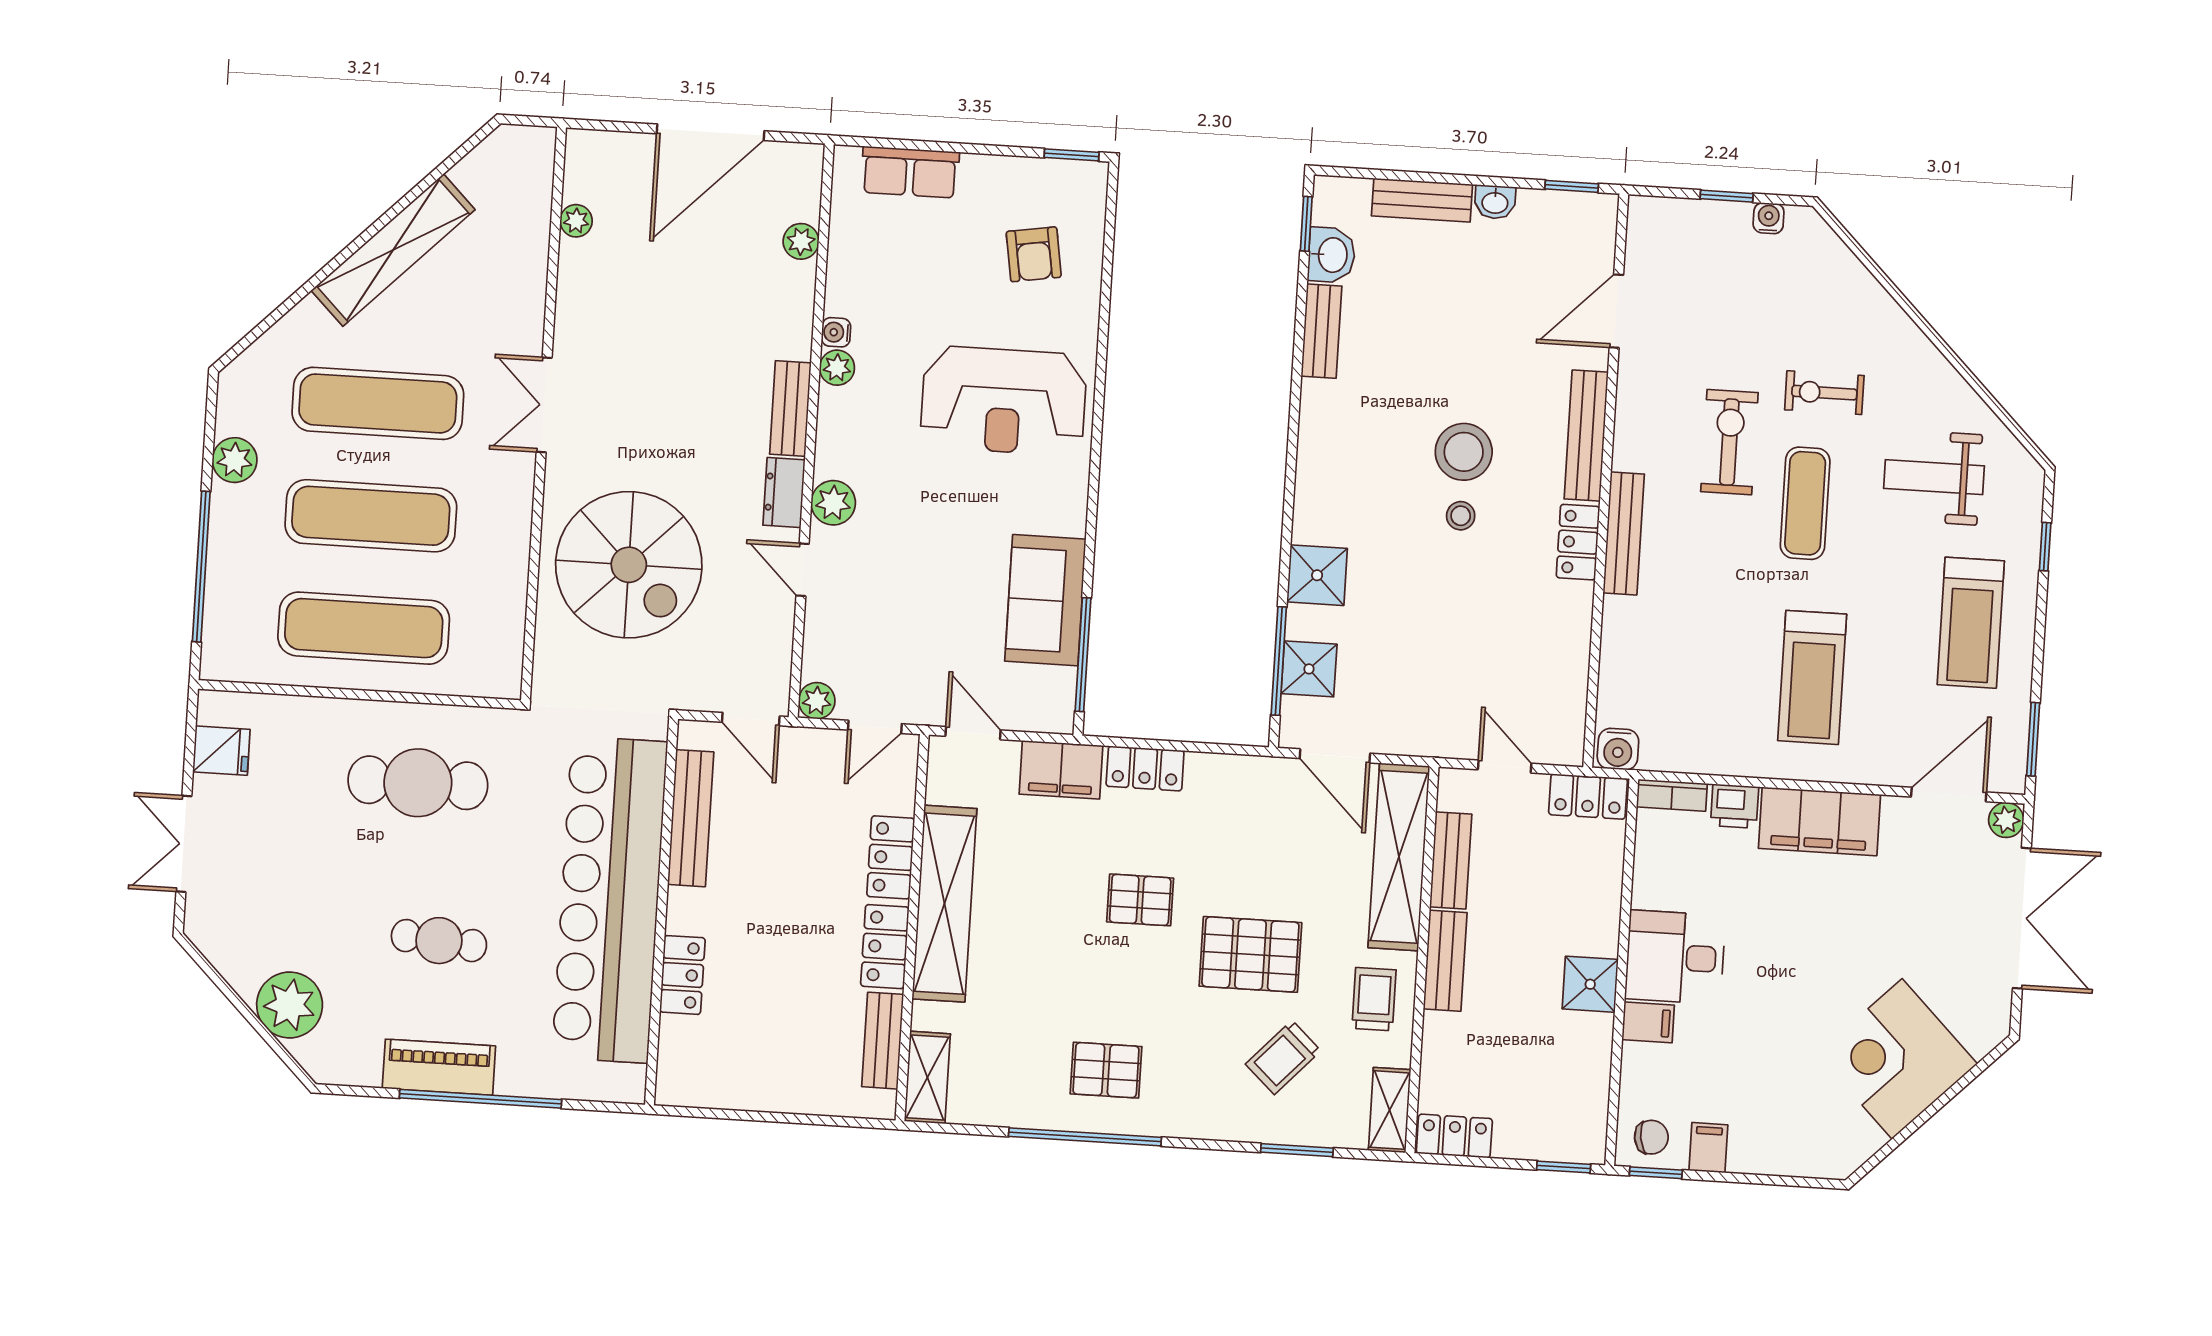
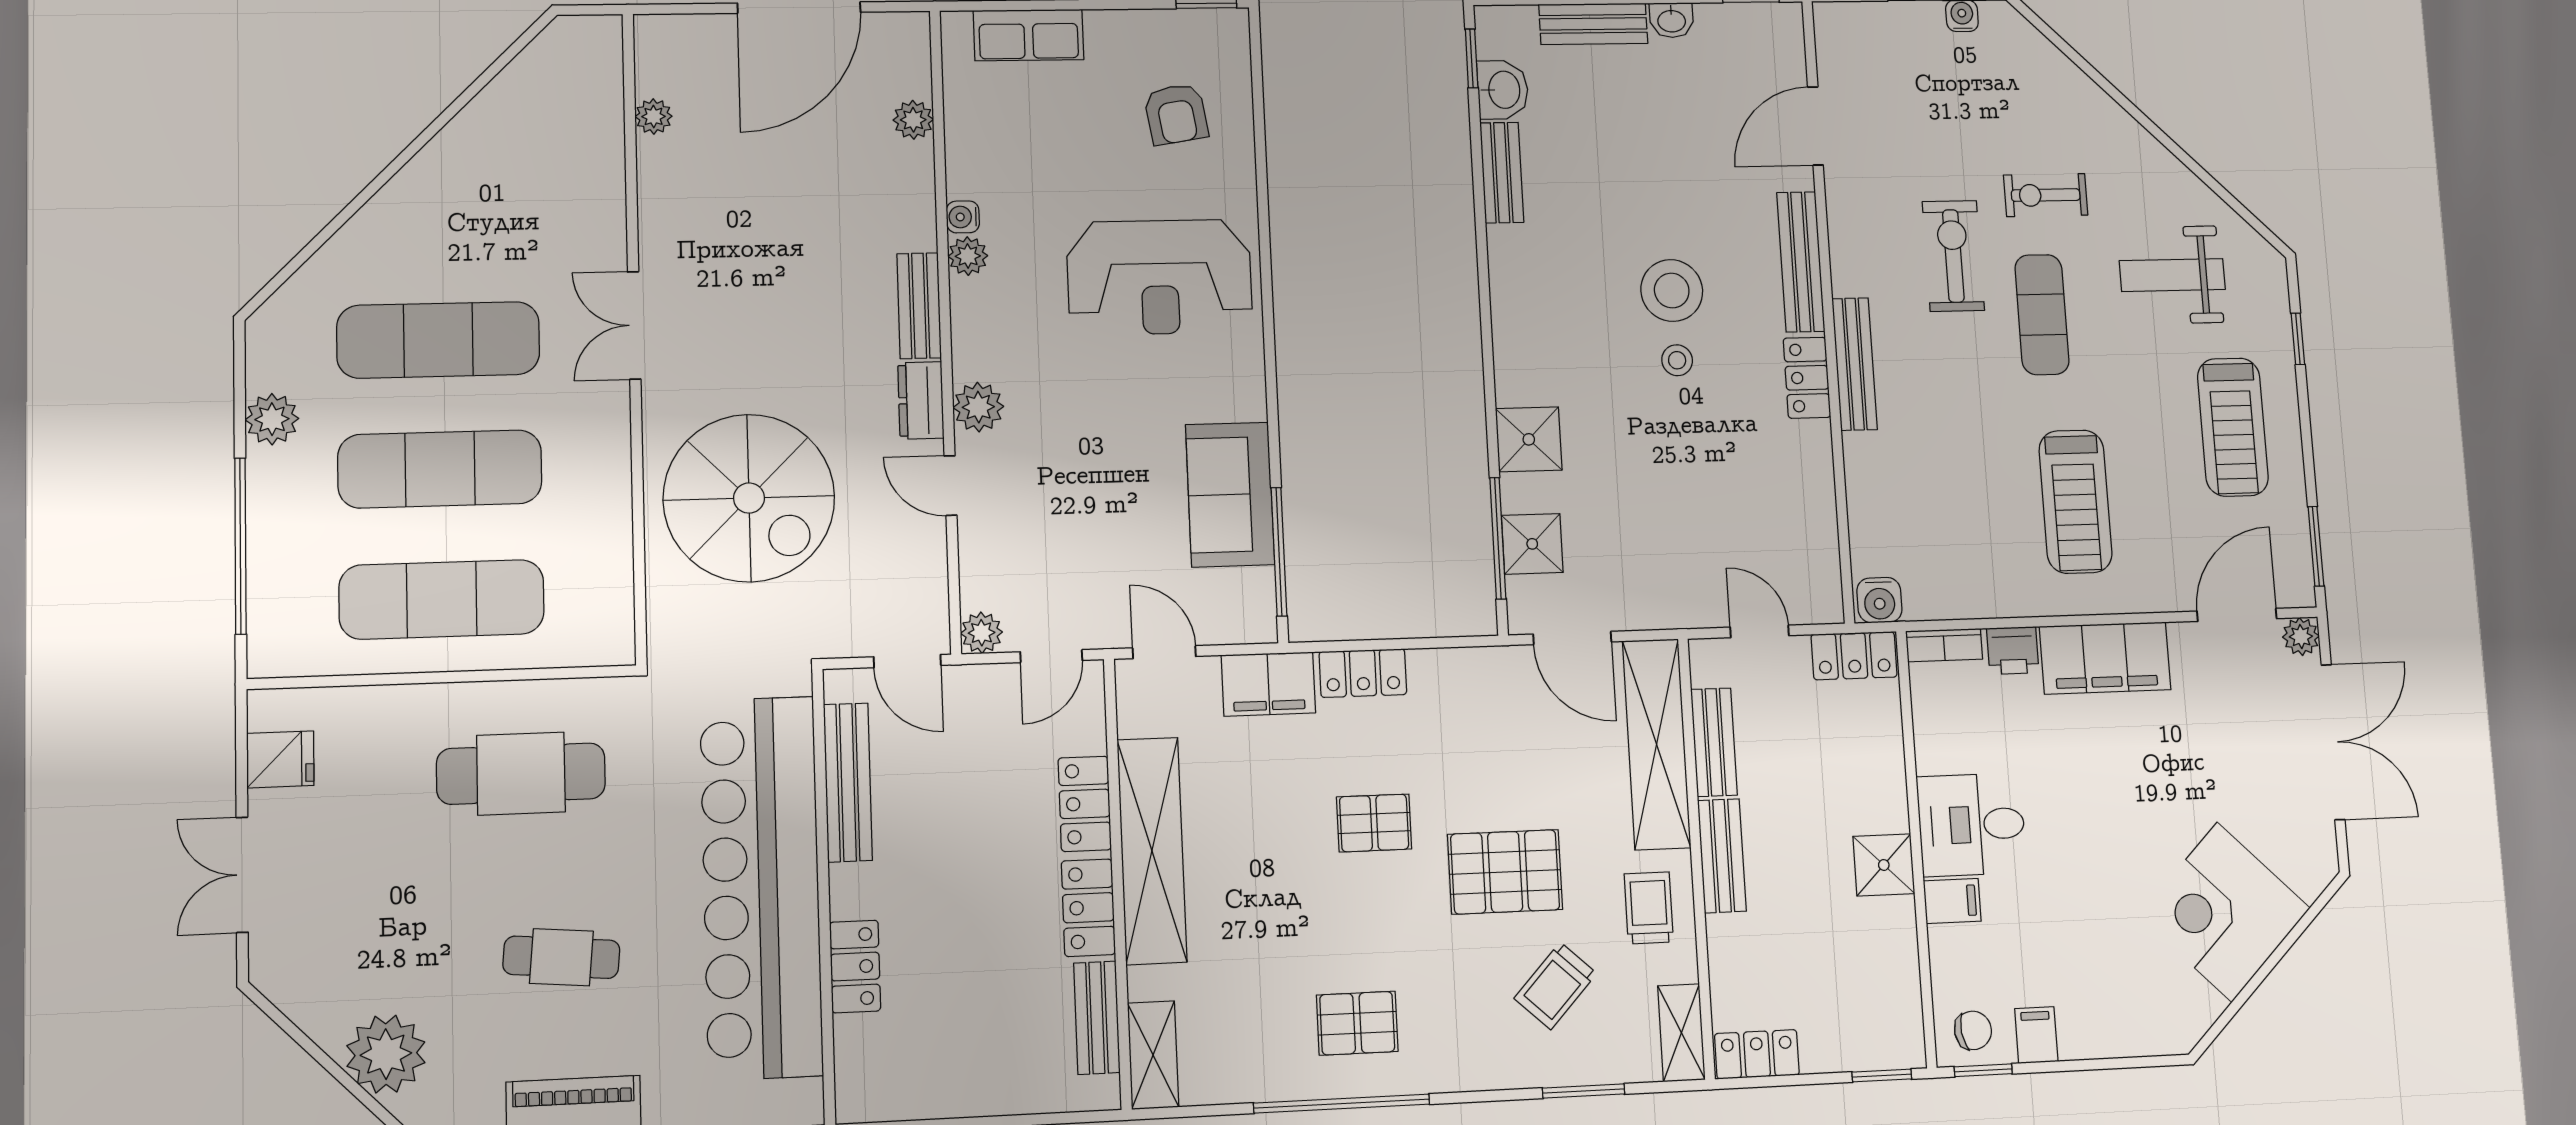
shelving: (393, 250) -> (443, 165), removed

